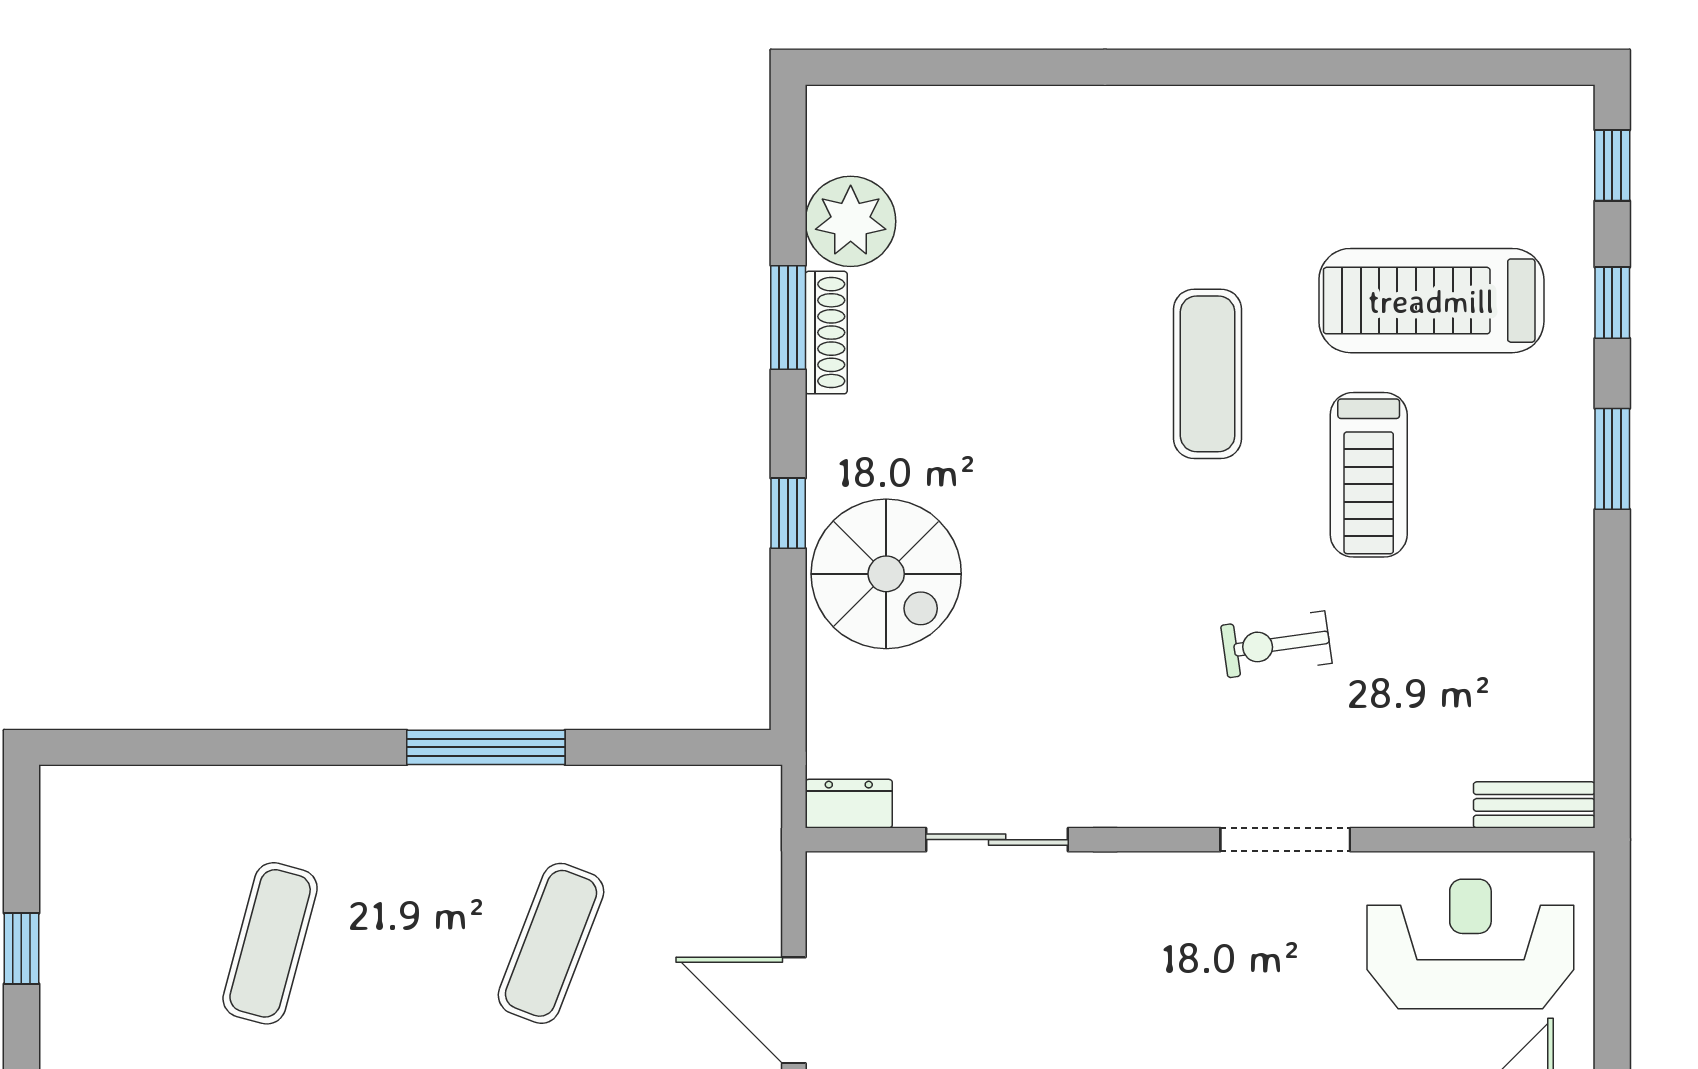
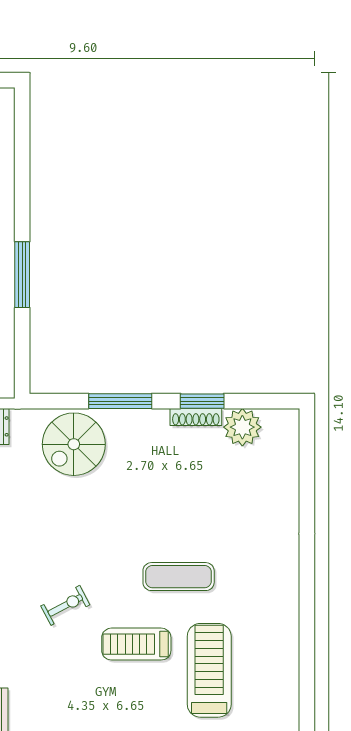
window: (788, 513) -> (120, 401), width x2.17
spiral stairs: (886, 574) -> (74, 444), moved
exercise bike: (1276, 644) -> (65, 605), turned 70

